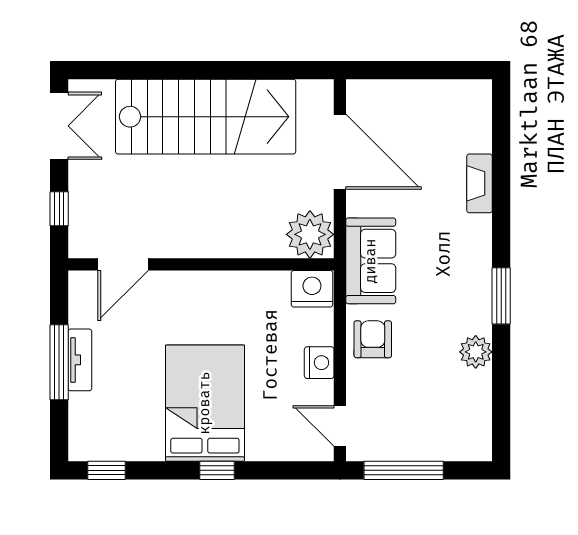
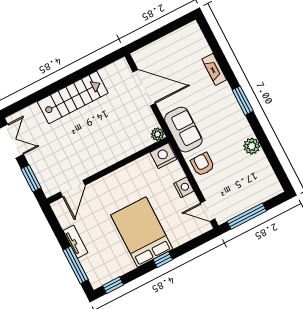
stairs: (206, 117) -> (73, 97), width x0.73, depth x0.66
window: (59, 209) -> (31, 178), width x1.50
plant: (310, 234) -> (157, 134), width x0.53, depth x0.53
window: (501, 296) -> (243, 101), moved
window: (59, 362) -> (76, 265), moved

